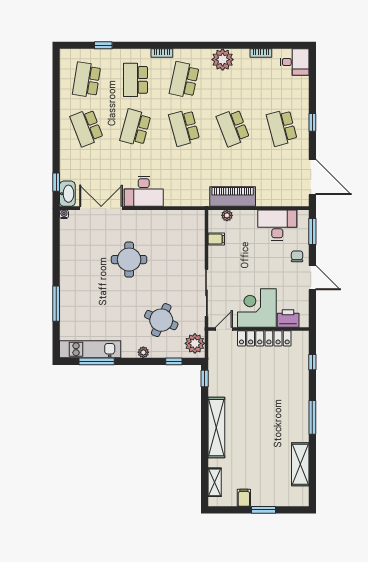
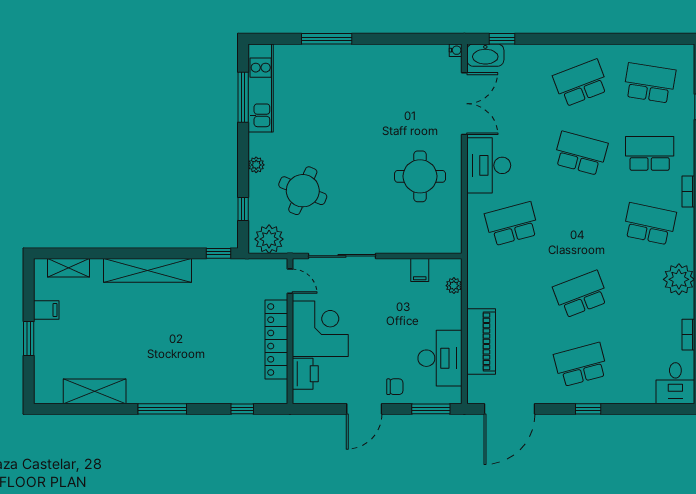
school desk: (184, 128) -> (512, 224), moved
piano: (233, 197) -> (481, 341), moved
round table: (129, 260) -> (420, 176), moved

